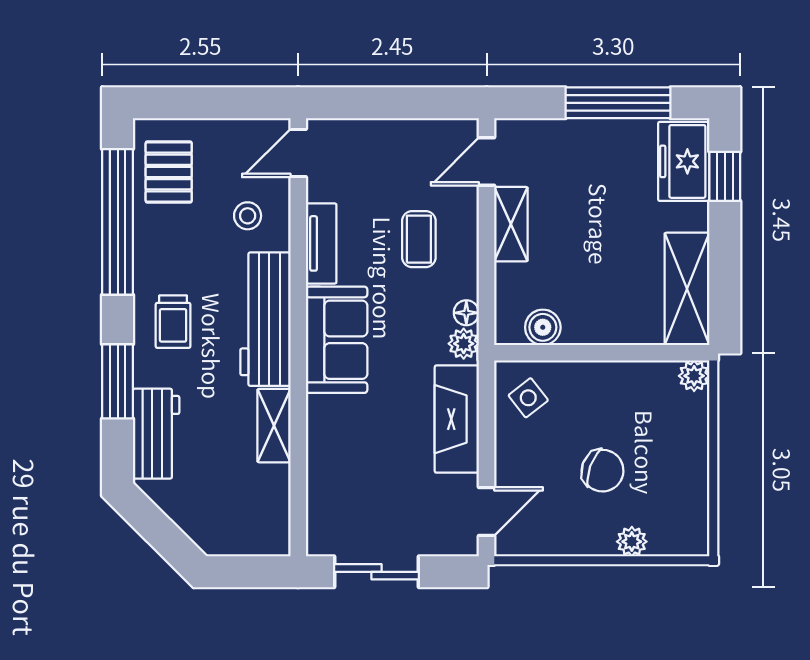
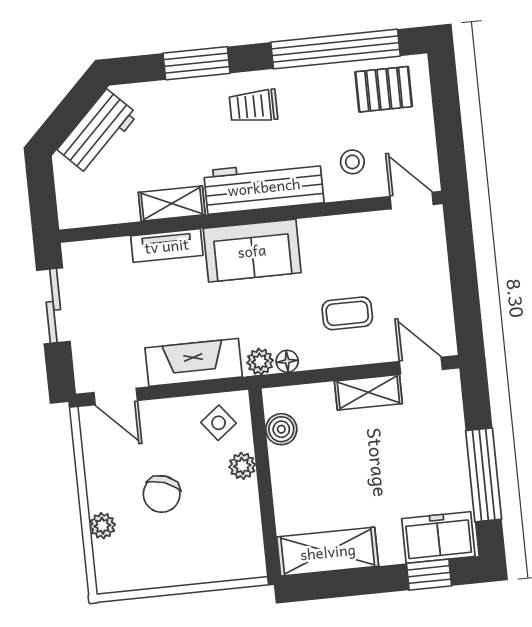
tv unit: (321, 243) -> (167, 246), moved
plant: (694, 376) -> (242, 466), moved
workbench: (156, 434) -> (98, 132), moved, turned -45

